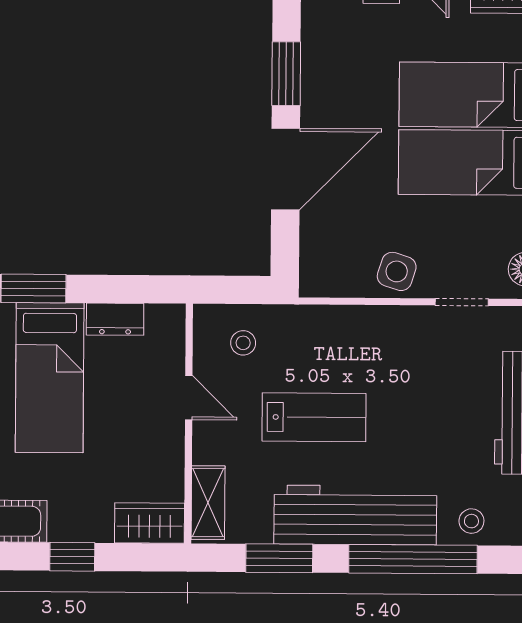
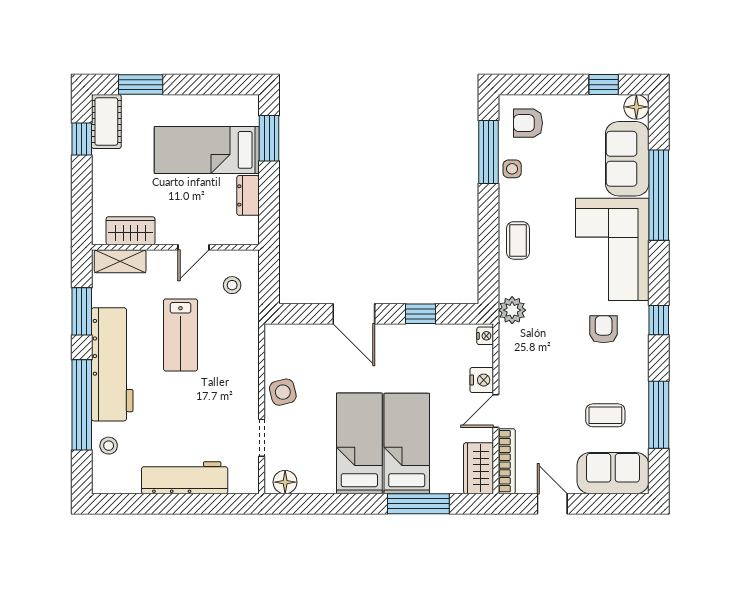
window: (286, 74) -> (421, 314), width x0.67
door: (285, 169) -> (354, 314), width x0.73
side table: (397, 271) -> (283, 392), turned -32
wardrobe: (150, 523) -> (131, 231), moved, turned -90
window: (72, 557) -> (82, 139), moved

